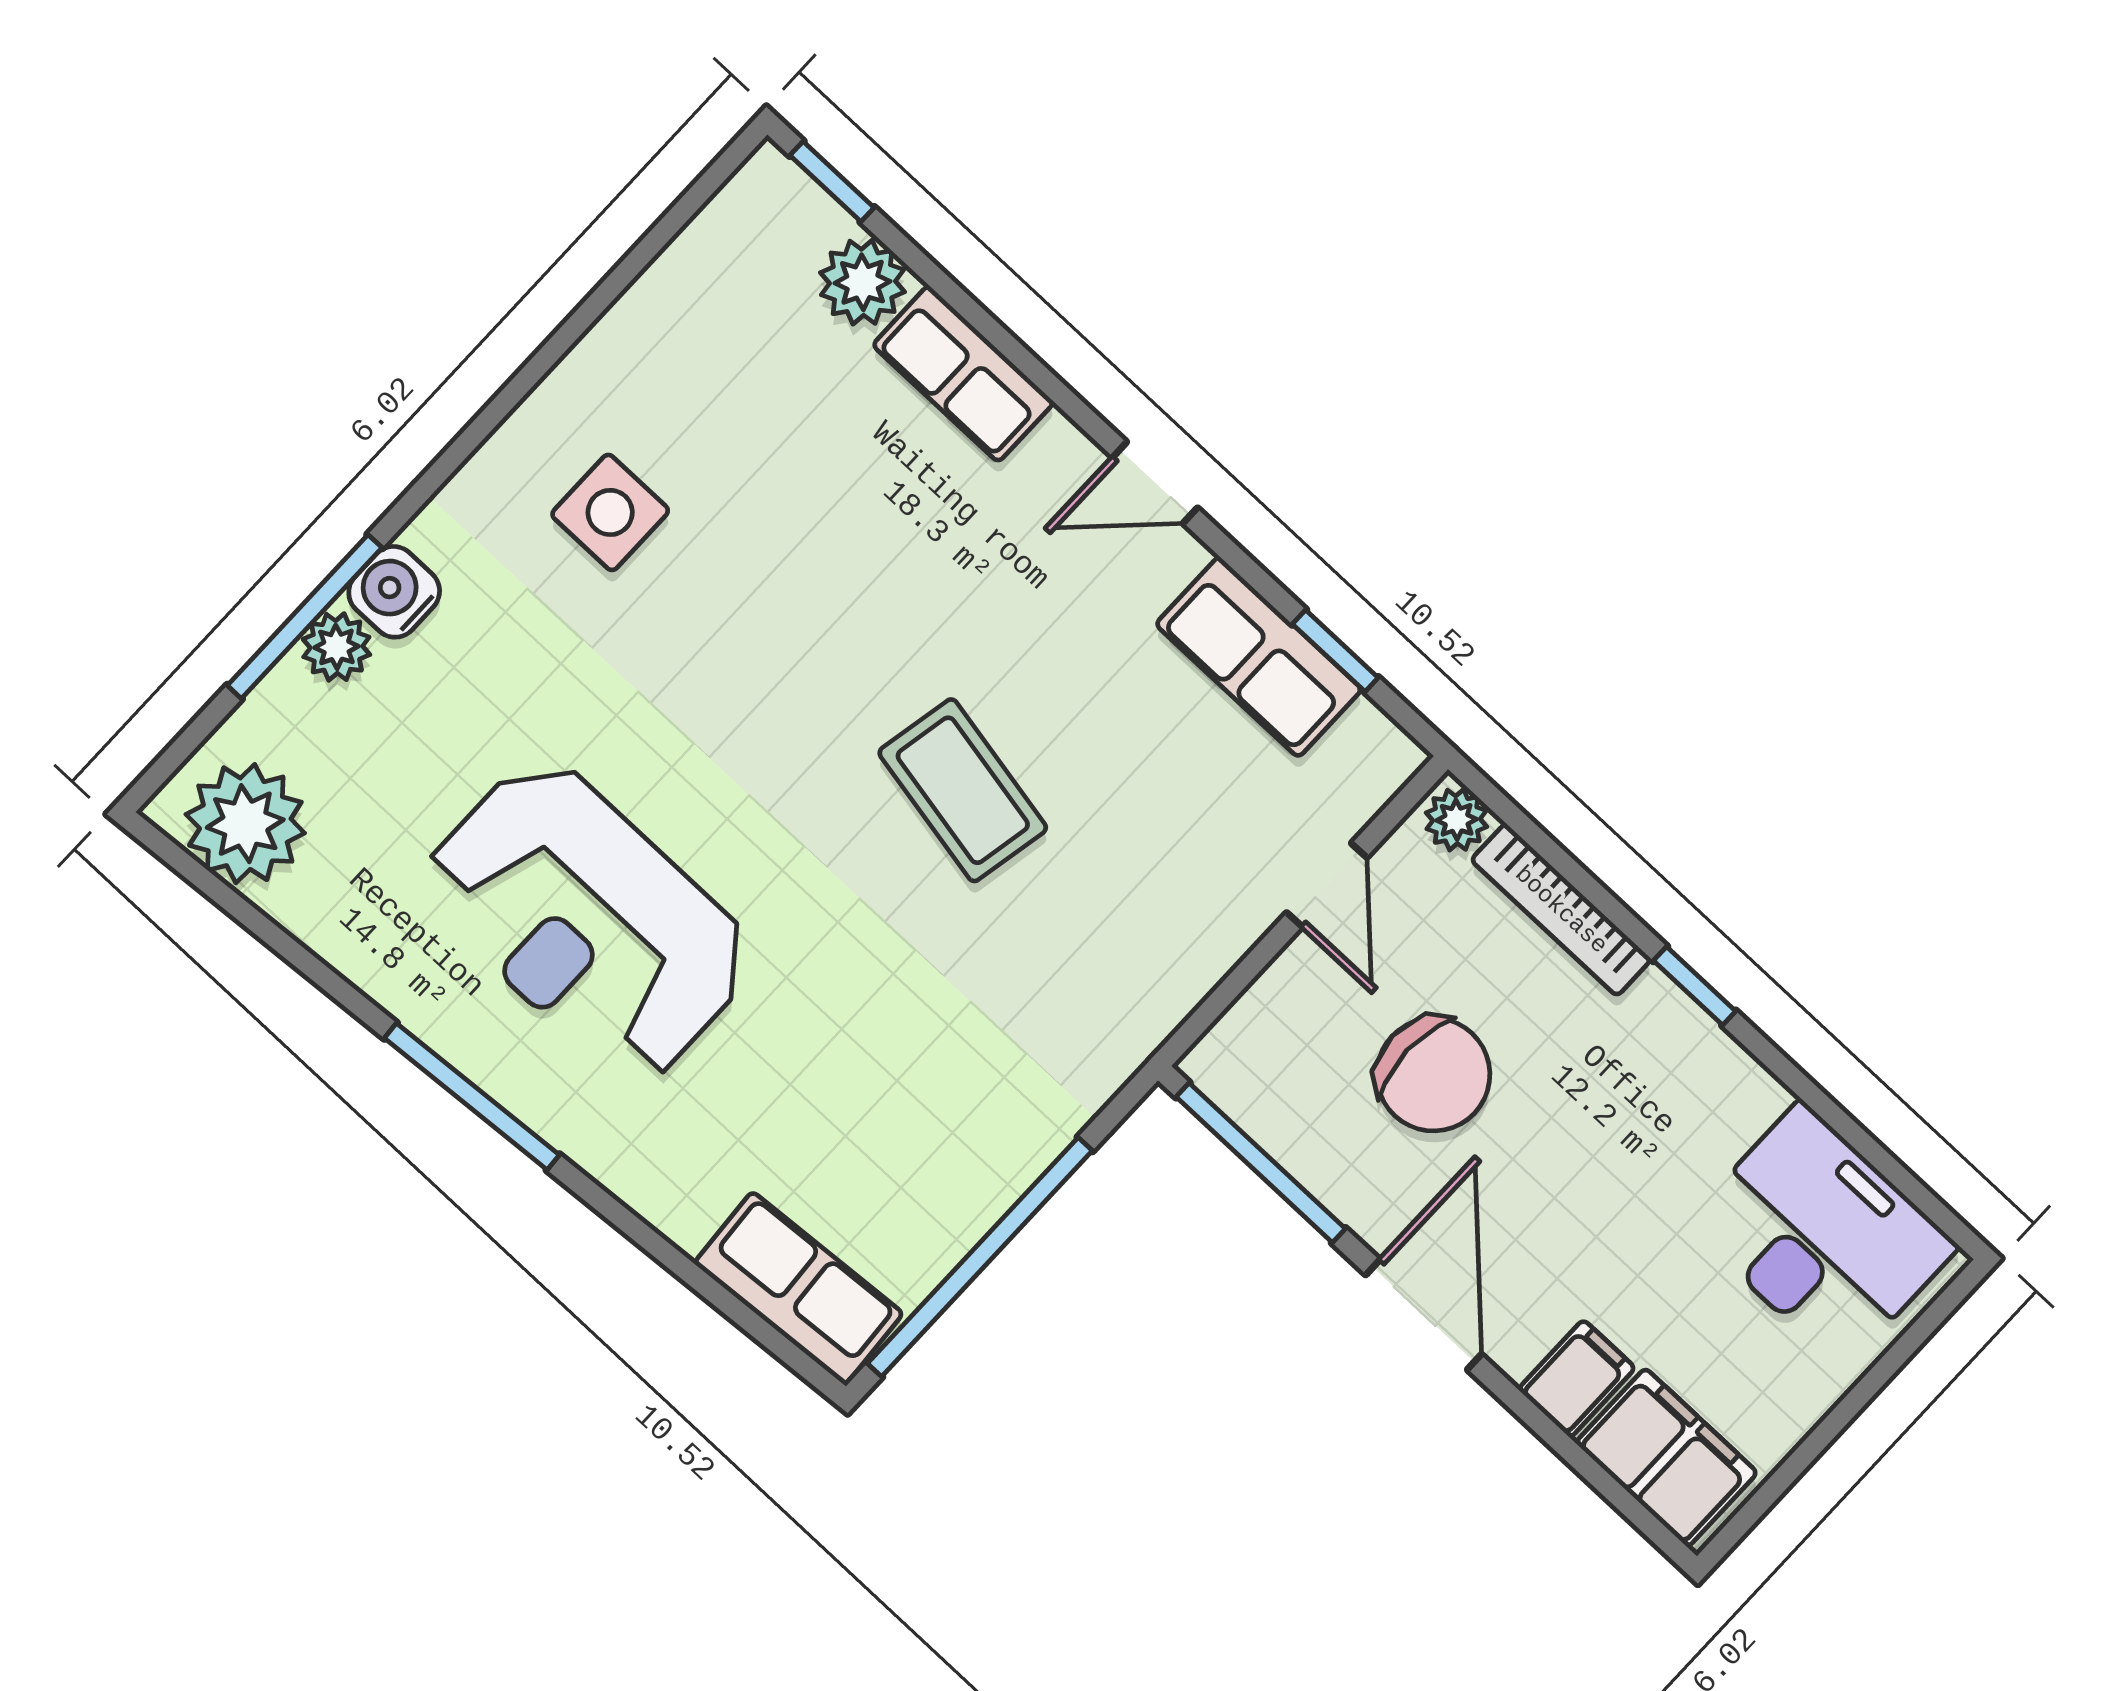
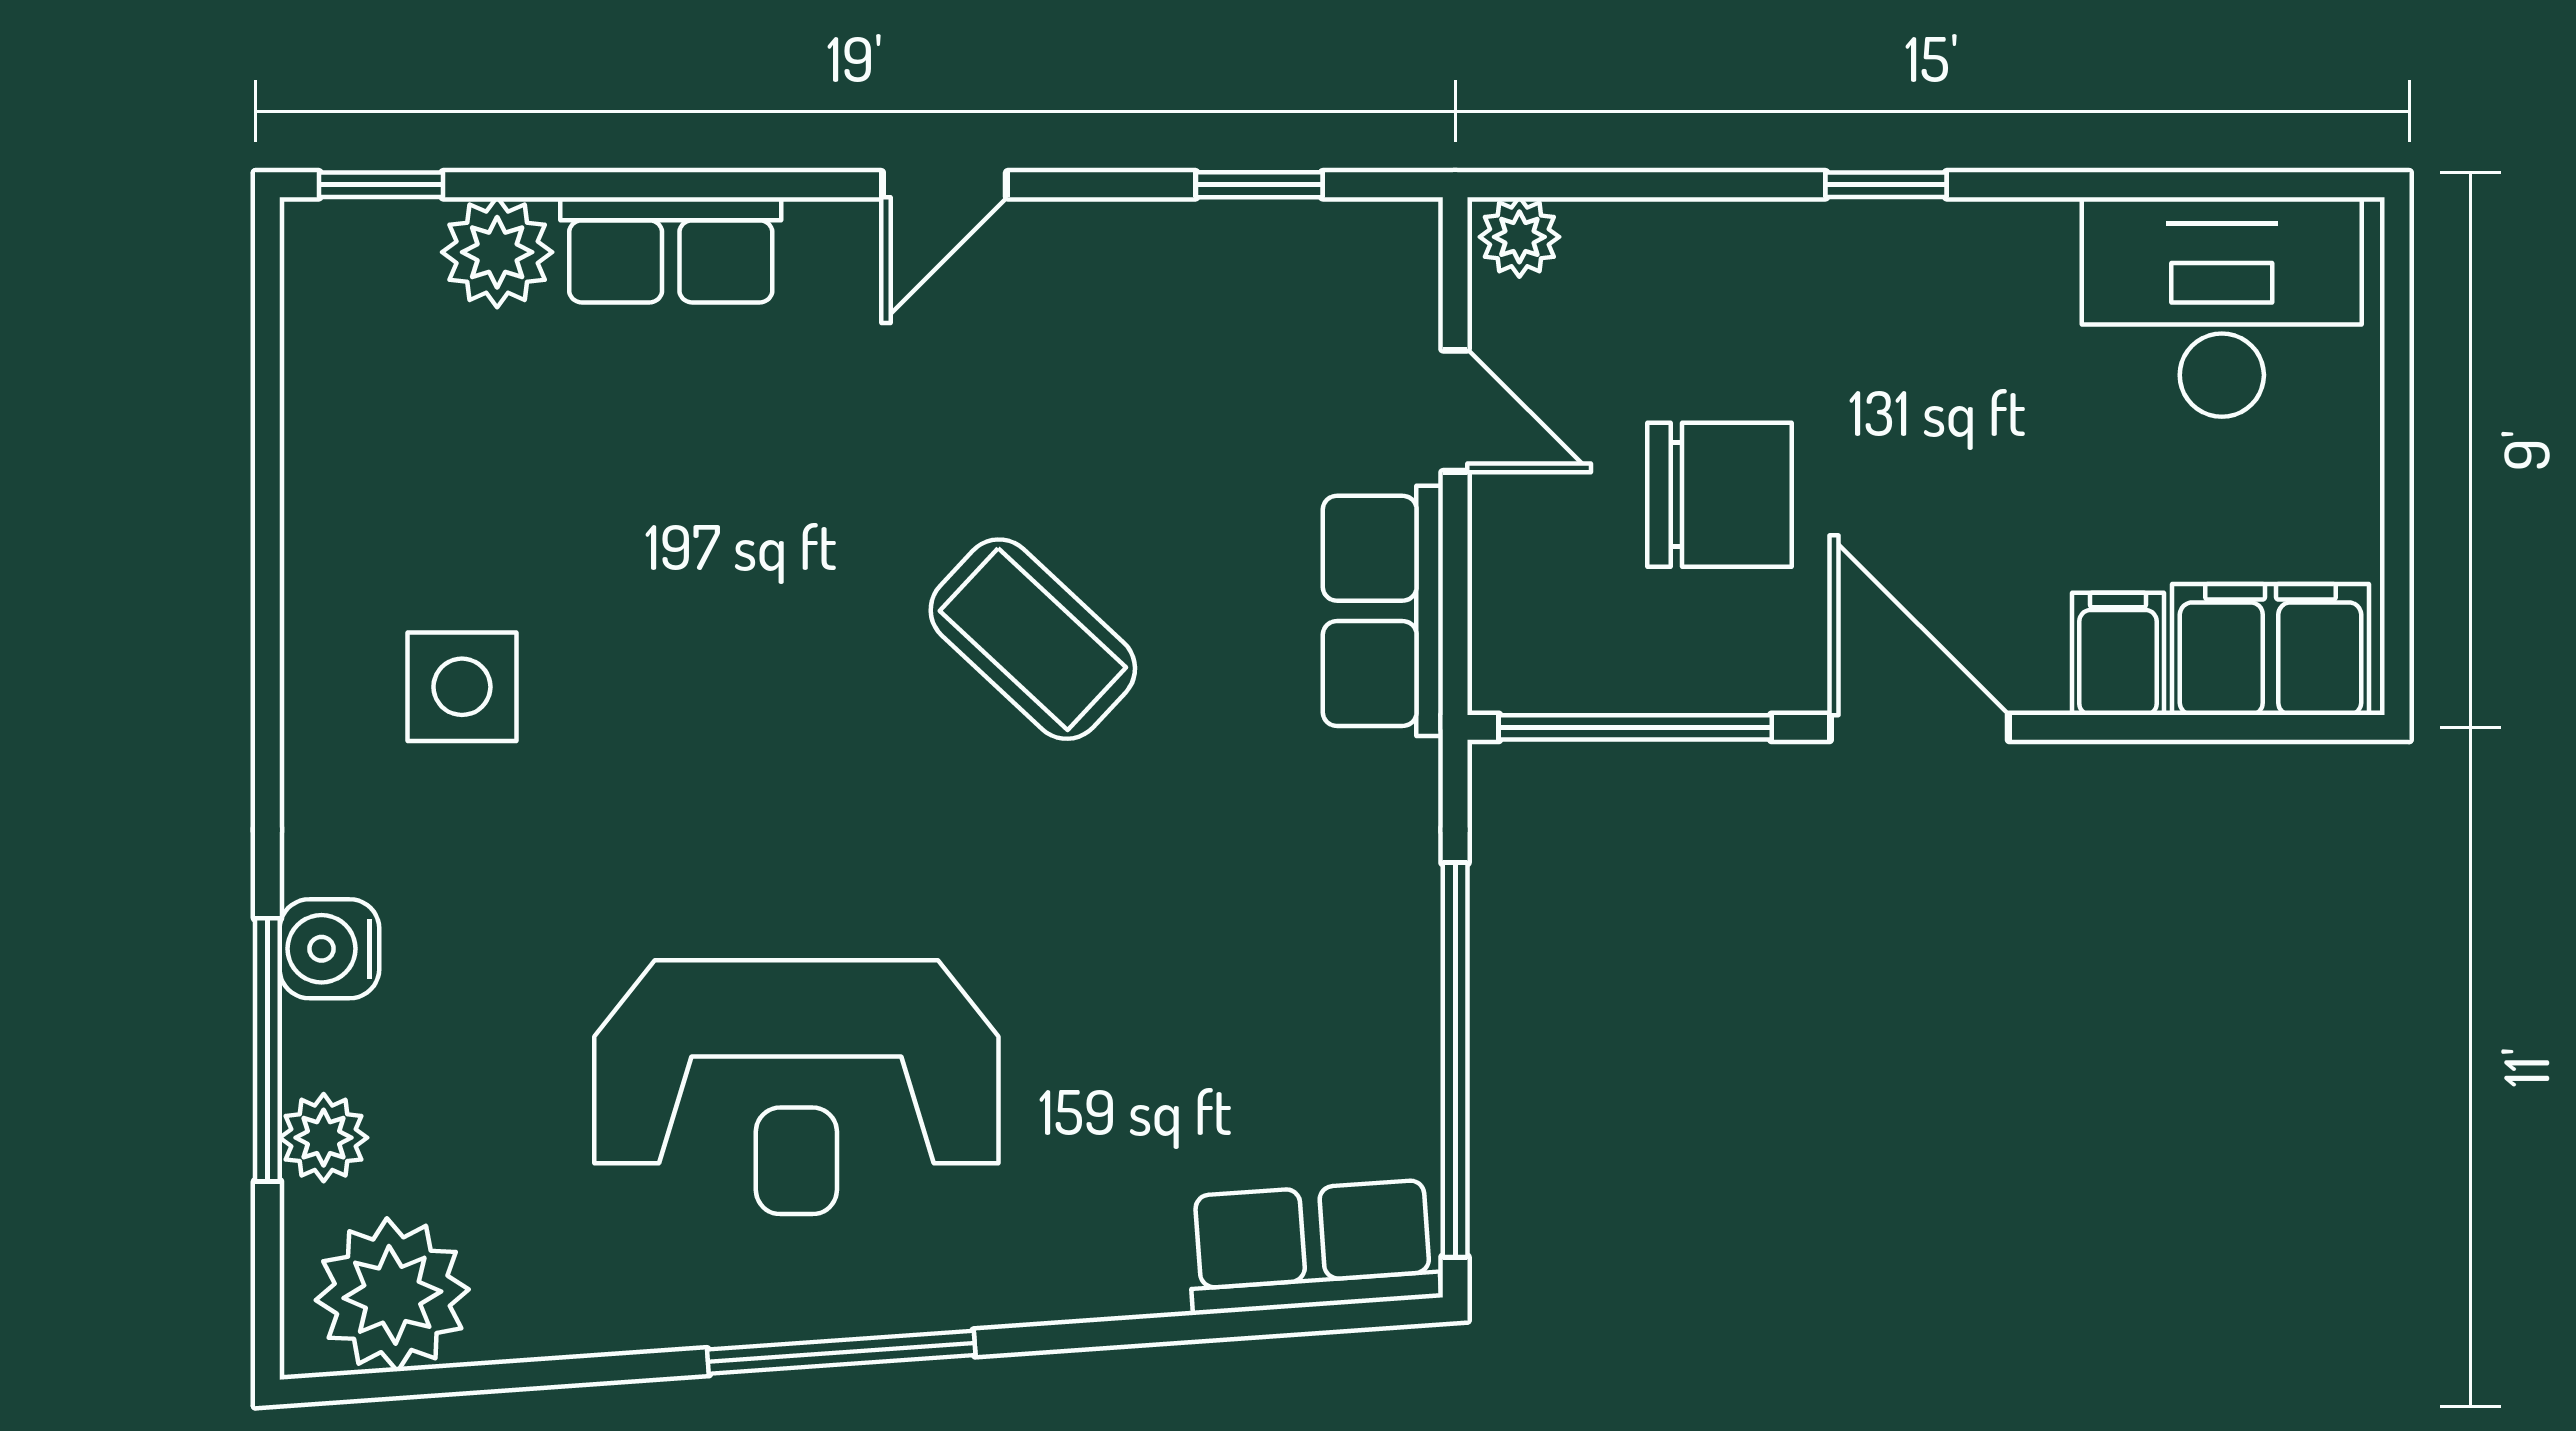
plant: (336, 647) -> (324, 1138), moved
row of seats: (1259, 657) -> (1383, 611), moved, turned 90
coffee table: (963, 790) -> (1033, 639), turned 32
bookcase: (1561, 910) -> (1695, 230), removed

